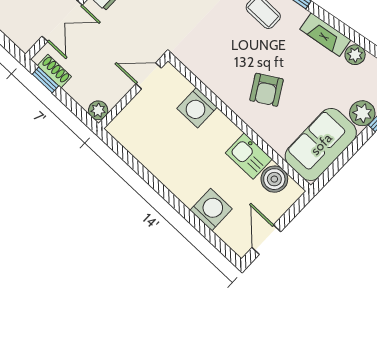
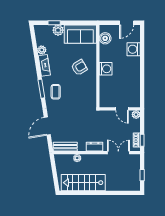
door: (149, 76) -> (122, 109), moved
washing machine: (197, 108) -> (106, 69), moved
kitchen sink: (249, 156) -> (105, 53), removed

